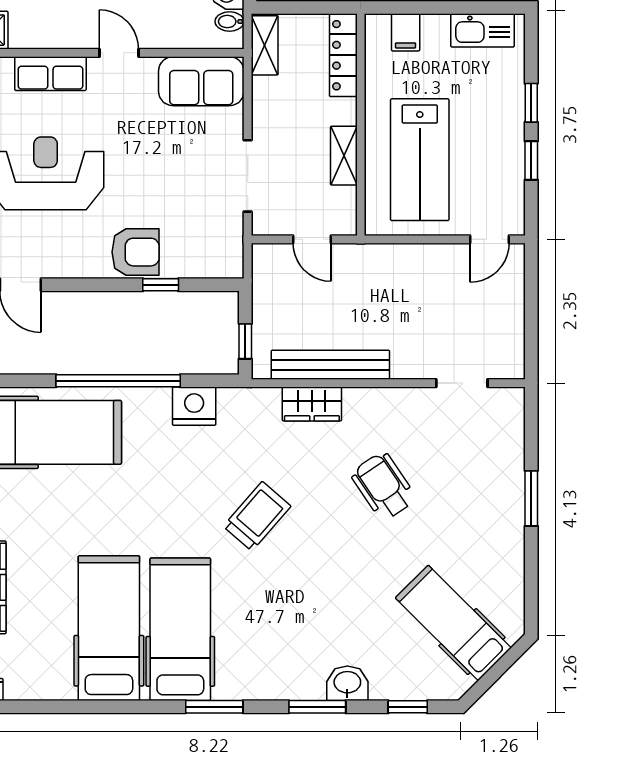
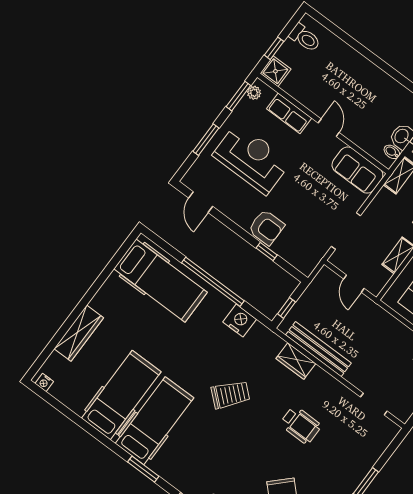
wheelchair: (383, 486) -> (301, 425), turned 124

